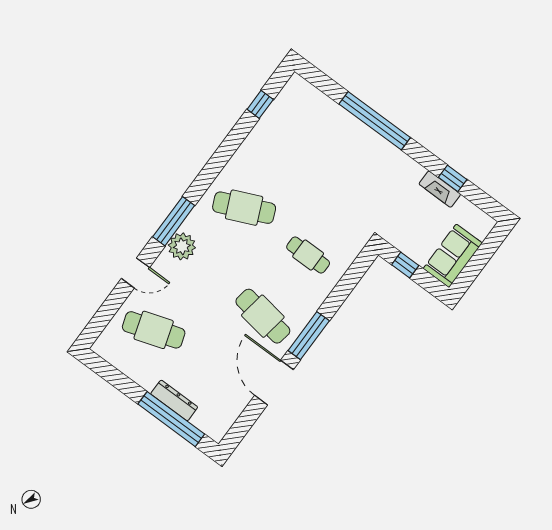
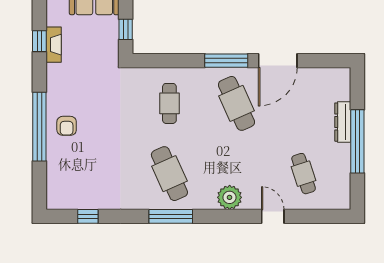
armchair: (357, 146) -> (67, 126), added
window: (174, 221) -> (171, 216), moved
cafe table: (263, 316) -> (236, 103), turned -33
cafe table: (154, 330) -> (304, 174), width x0.73, depth x0.74
window: (171, 419) -> (357, 141), moved

